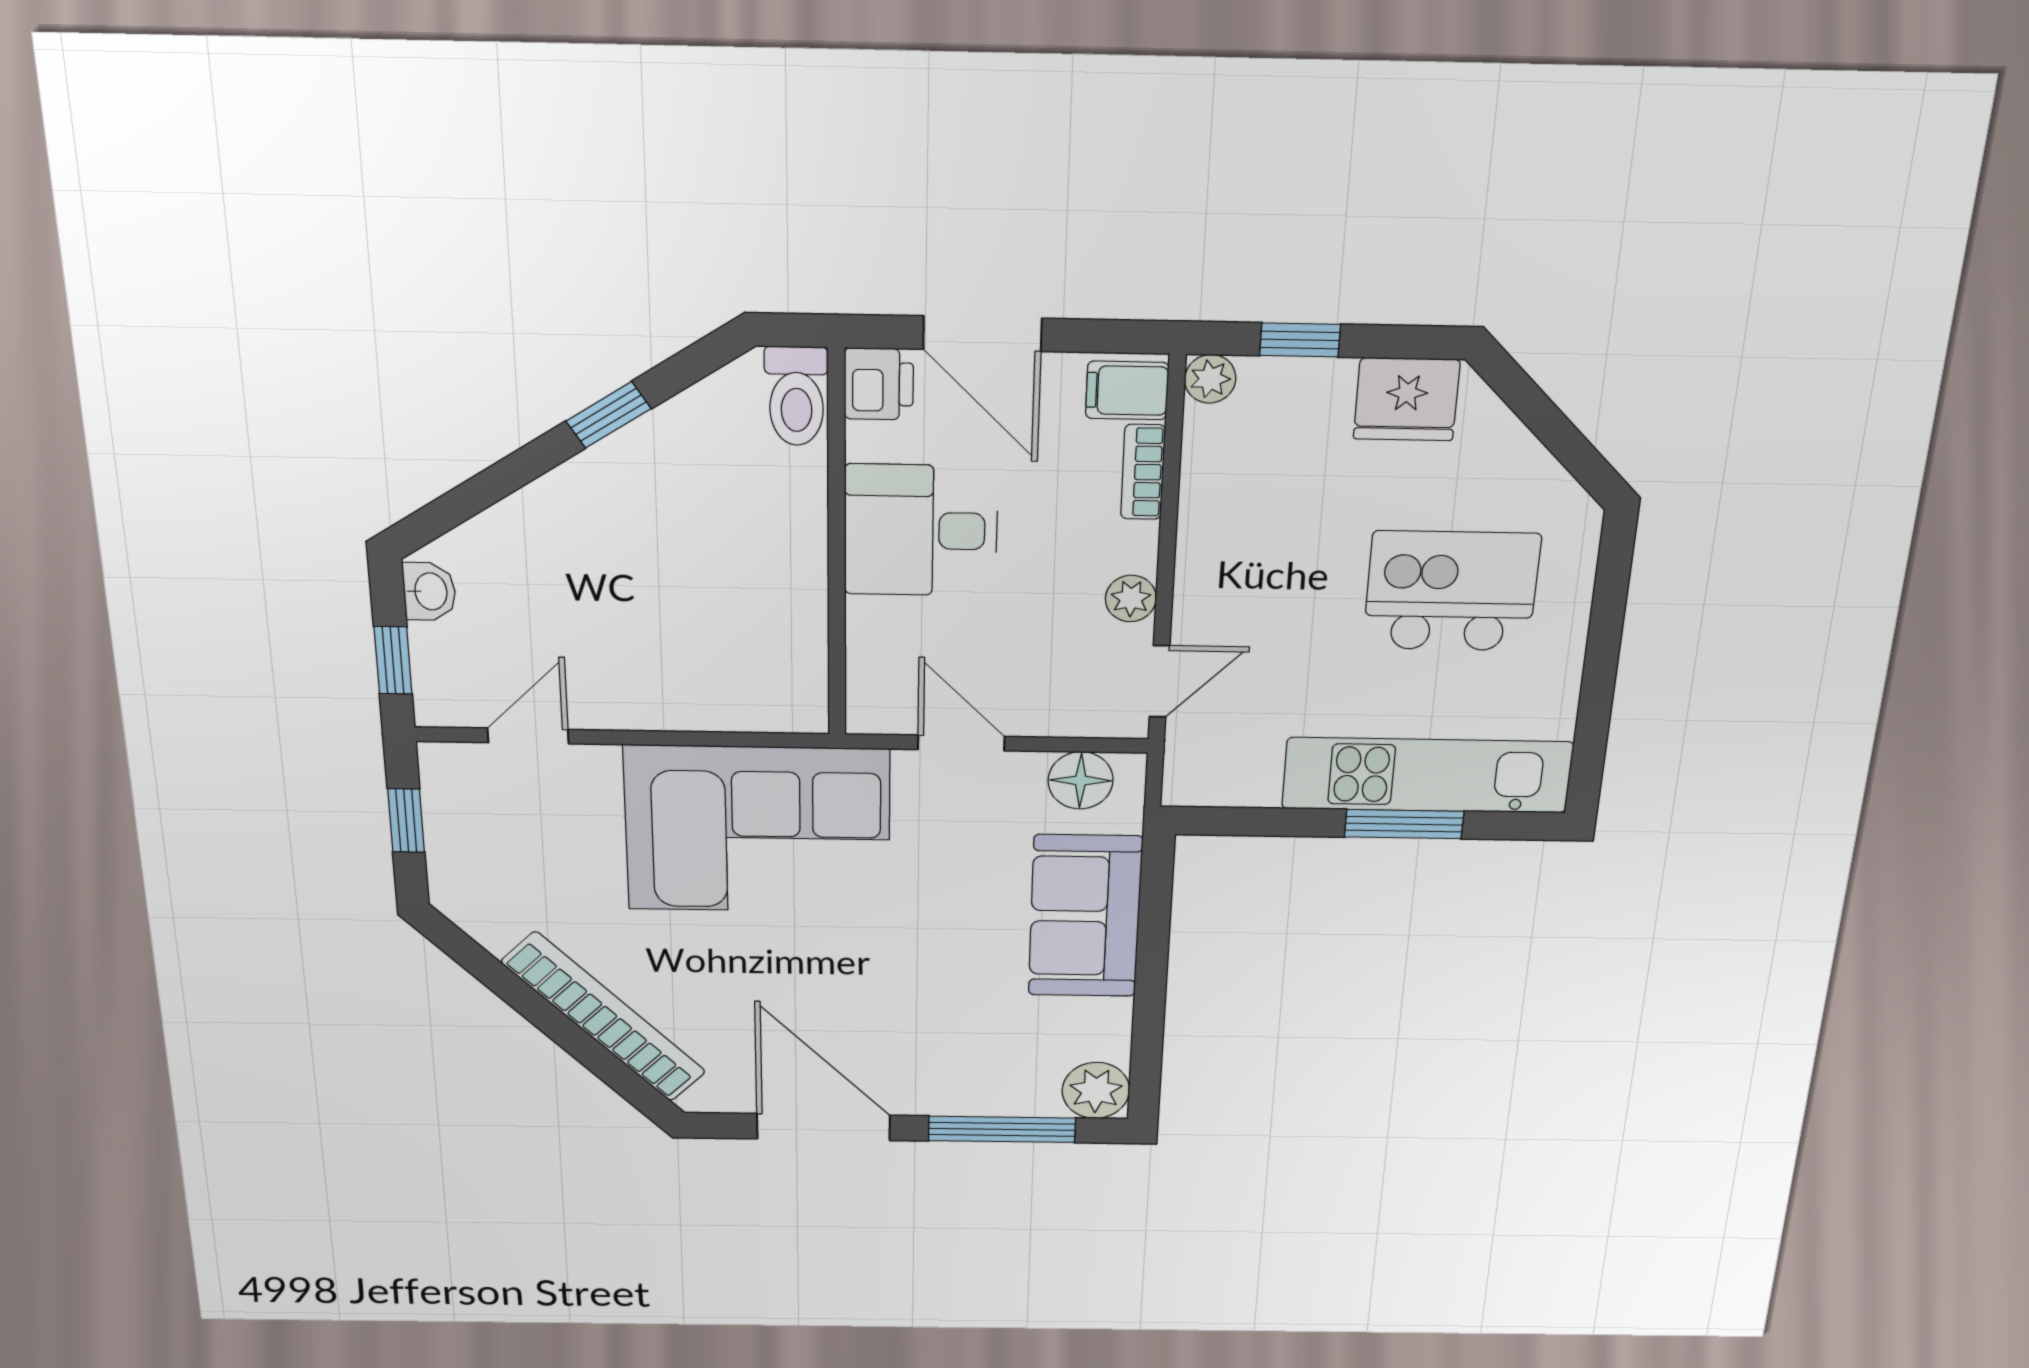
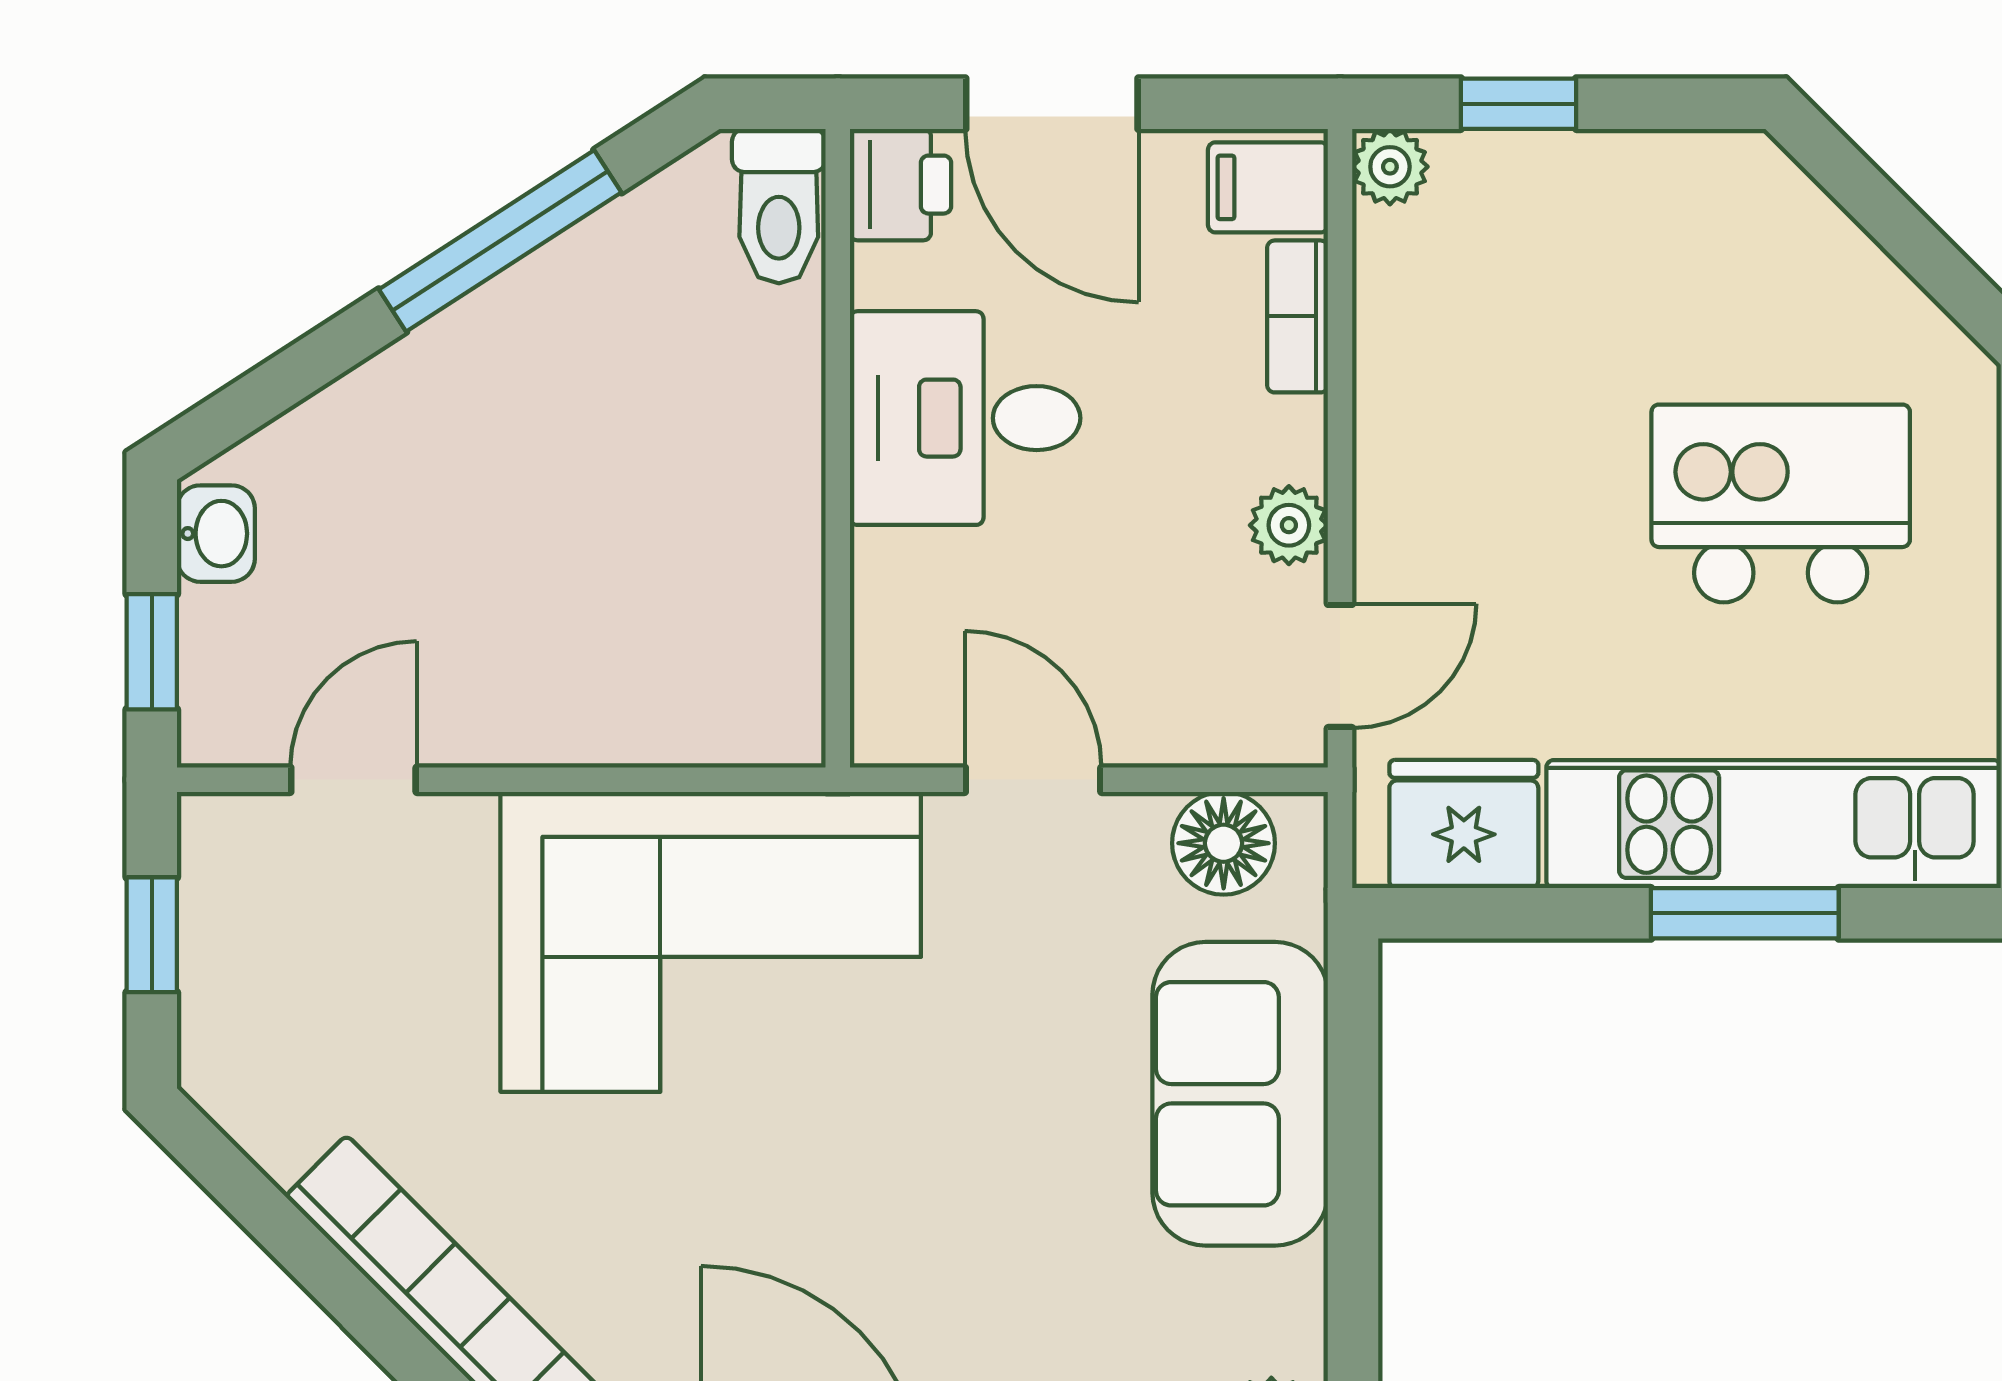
fridge: (1407, 399) -> (1464, 824), moved, turned 180
window: (608, 415) -> (500, 241), width x2.17

